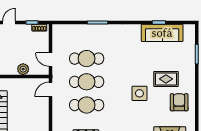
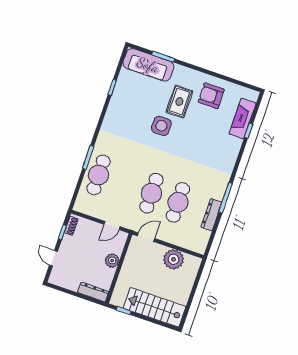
sofa: (162, 33) -> (148, 65), moved, turned 90
cafe table: (87, 59) -> (99, 175), moved
door: (51, 89) -> (146, 237), swing flipped
side table: (139, 93) -> (161, 126), moved
plant: (41, 117) -> (174, 259), added

